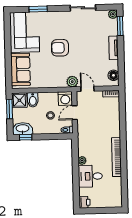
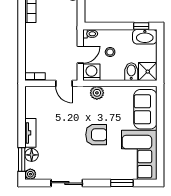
floor lamp: (113, 75) -> (32, 155), moved
plant: (72, 82) -> (97, 93), moved
window: (9, 109) -> (160, 61), removed

